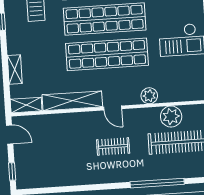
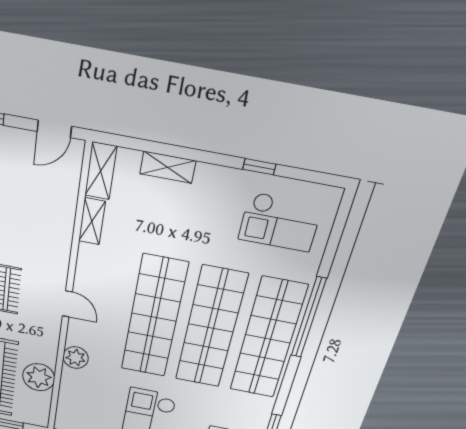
shelving: (72, 101) -> (92, 221), width x0.45, depth x0.75
door: (113, 108) -> (67, 304), swing flipped

